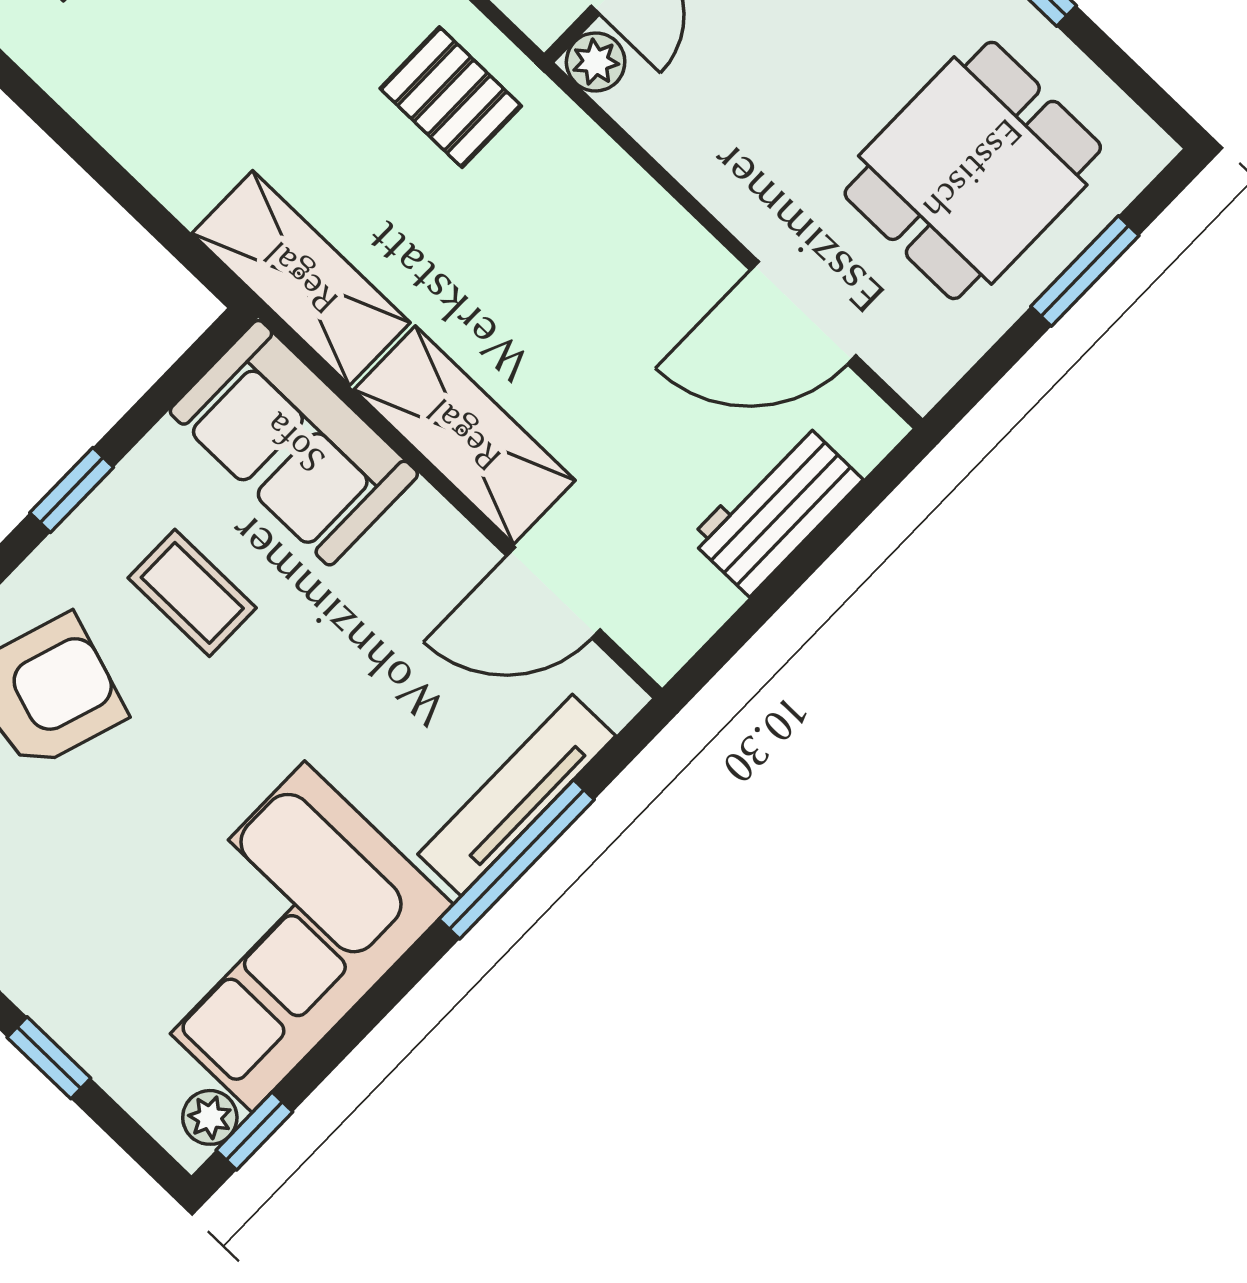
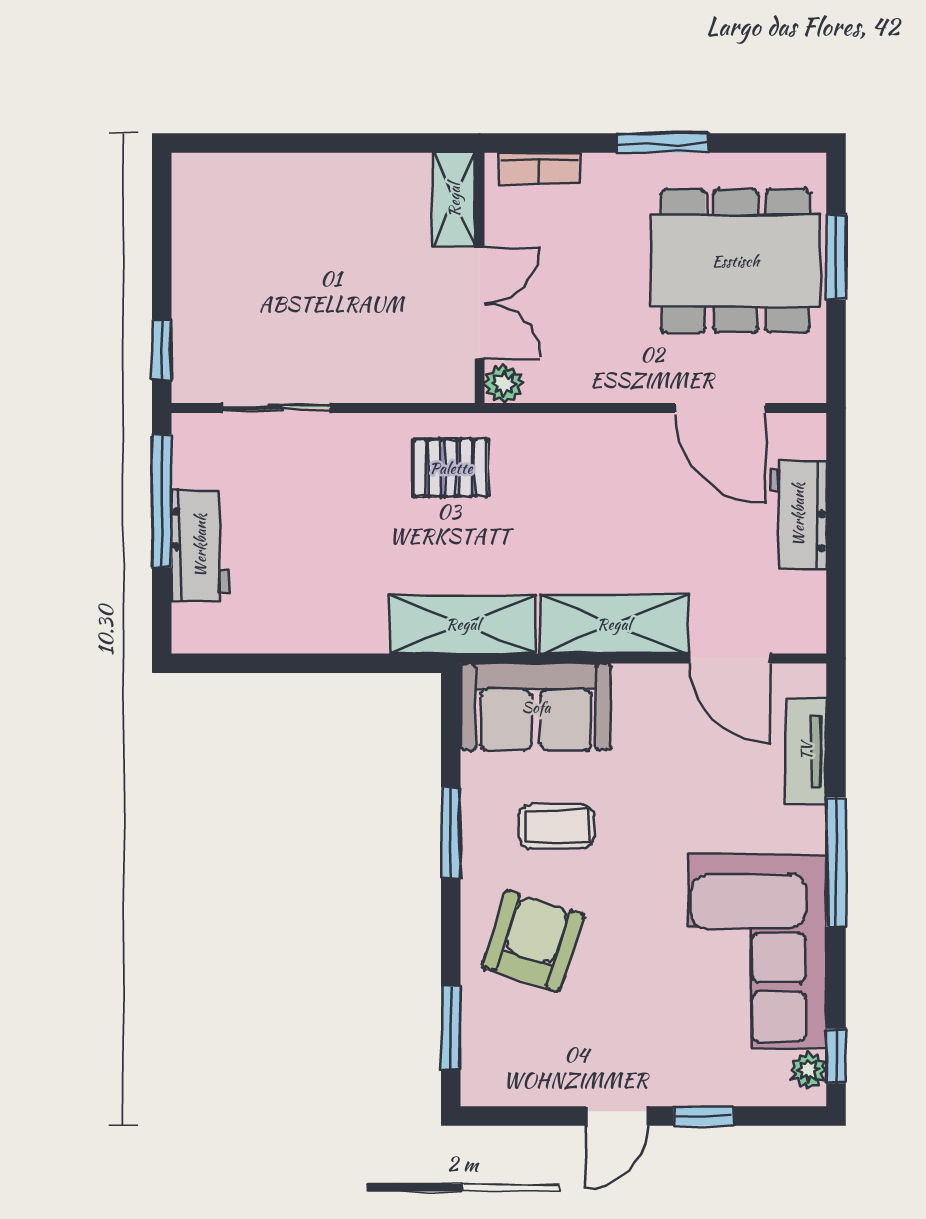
dining table: (973, 170) -> (736, 261), width x1.38
door: (803, 313) -> (720, 408), hinge flipped
window: (72, 490) -> (451, 833), width x1.50
door: (553, 593) -> (730, 658), hinge flipped
tv unit: (517, 795) -> (806, 751), width x0.71
window: (517, 859) -> (836, 862), moved

